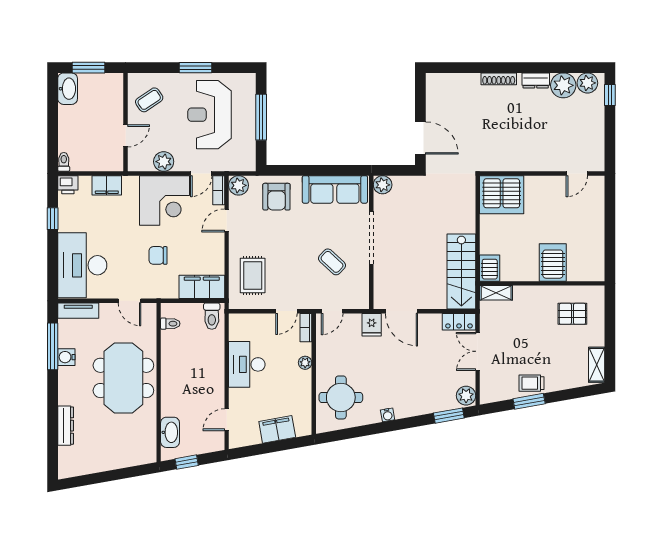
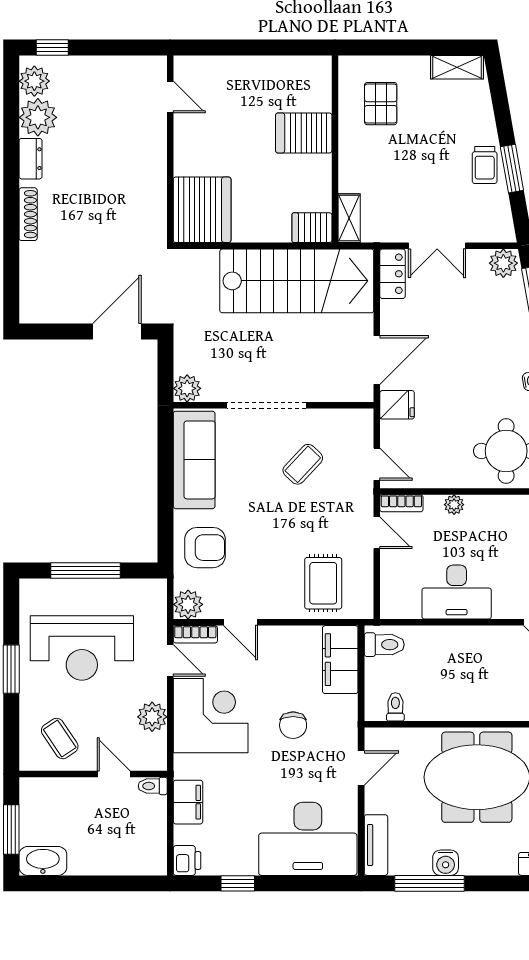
toilet: (64, 162) -> (153, 786), moved
stairs: (461, 272) -> (297, 281), width x1.36, depth x1.51
rug: (253, 276) -> (323, 583), turned 90

